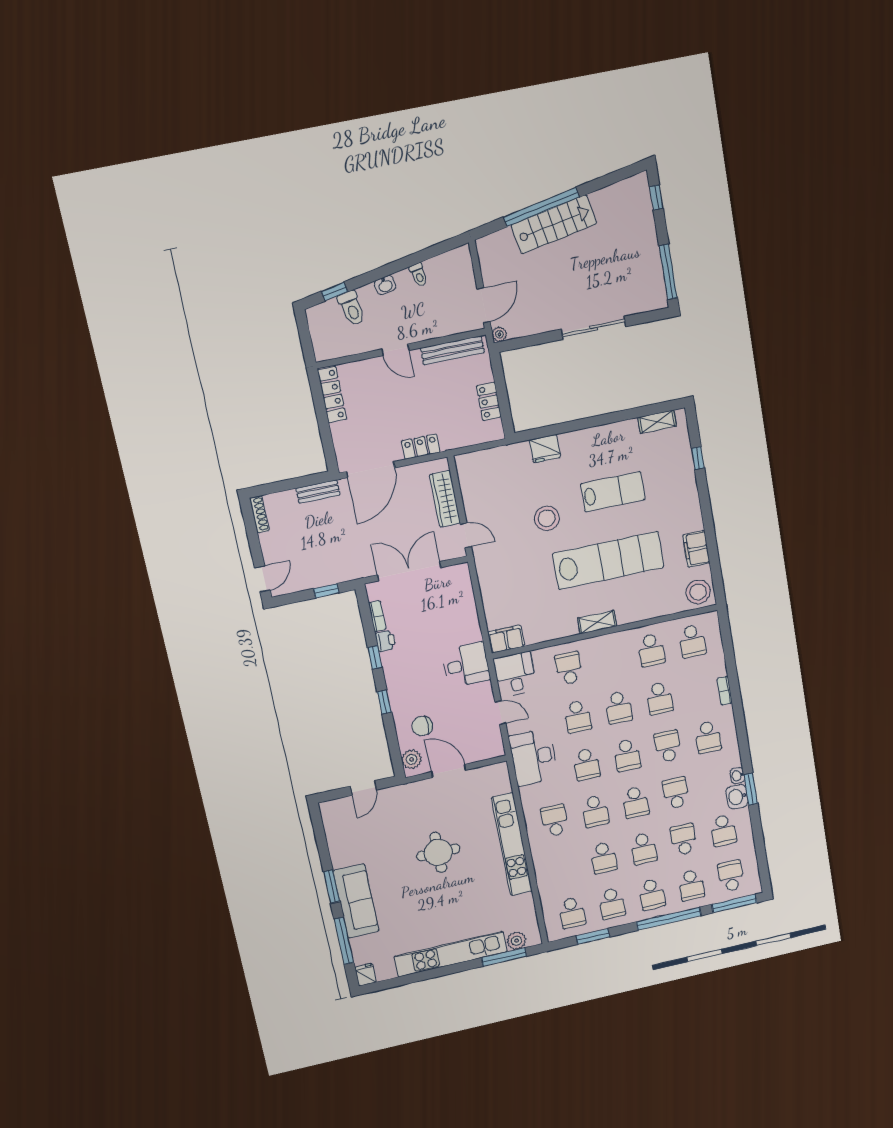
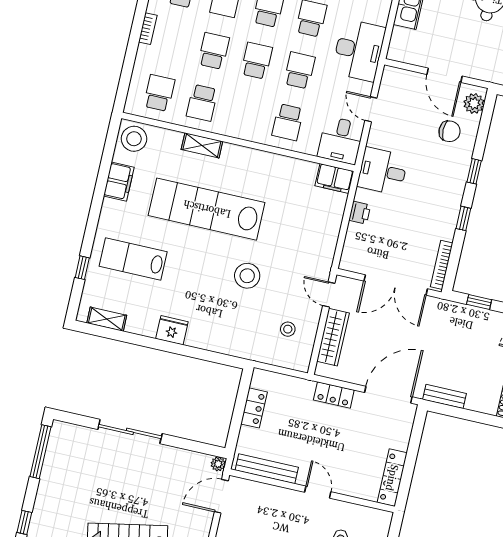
fridge: (545, 449) -> (172, 330), moved
stool: (489, 487) -> (288, 329), added
lab bench: (613, 492) -> (133, 259), moved
bookcase: (377, 616) -> (442, 265), width x1.56
shelving: (597, 622) -> (202, 145), moved
printer: (386, 641) -> (360, 213), moved, turned 180
school desk: (651, 650) -> (202, 103), turned 180

